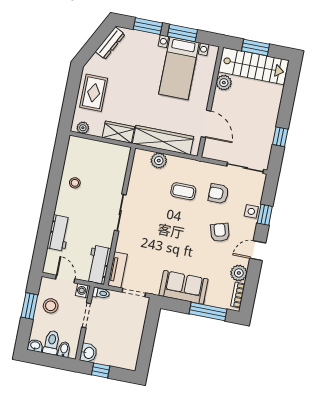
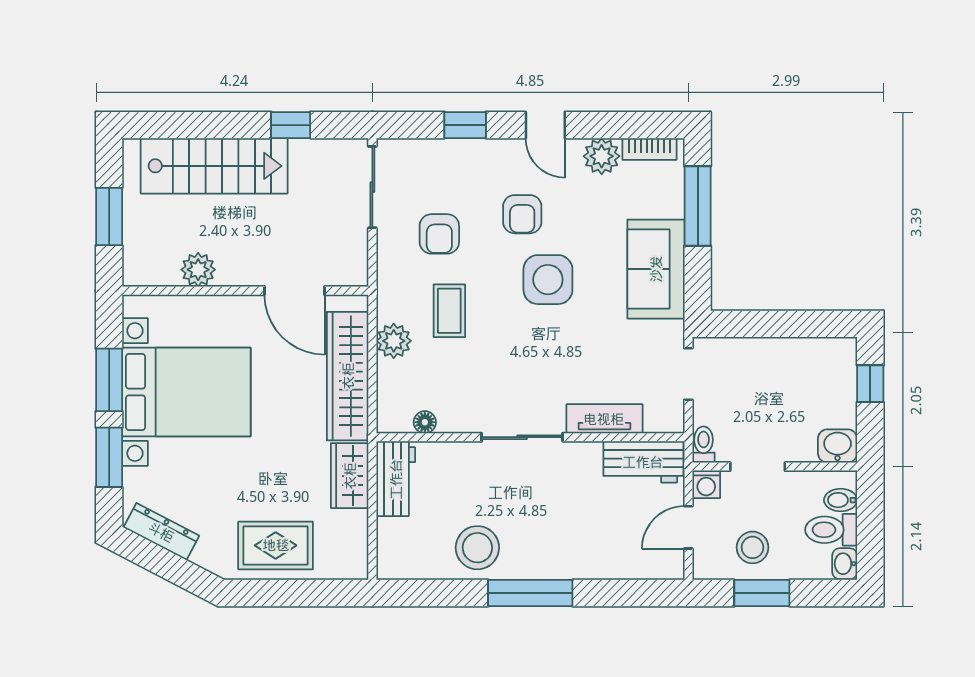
stairs: (253, 66) -> (214, 166), moved, turned 90
bed with nightstands: (179, 68) -> (186, 392), width x1.36
door: (206, 124) -> (295, 291), swing flipped
plant: (83, 128) -> (355, 554), removed
plant: (159, 161) -> (394, 341), moved
floor lamp: (136, 170) -> (425, 422), added
stool: (75, 183) -> (477, 548), width x1.89, depth x1.89
window: (50, 202) -> (530, 593), added
side table: (251, 211) -> (548, 280), moved, width x1.87, depth x1.87
armchair: (220, 232) -> (522, 214), turned -73
workbench: (59, 233) -> (396, 479), moved, turned 90
tv unit: (117, 270) -> (604, 419), moved
window: (101, 370) -> (870, 384), moved

